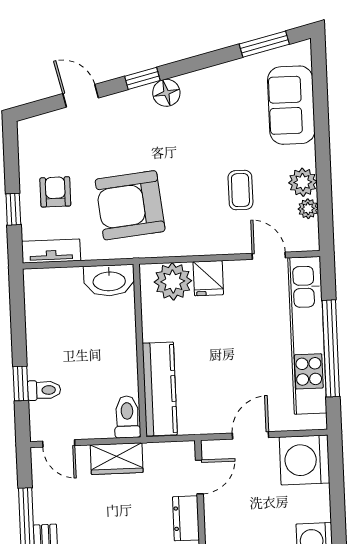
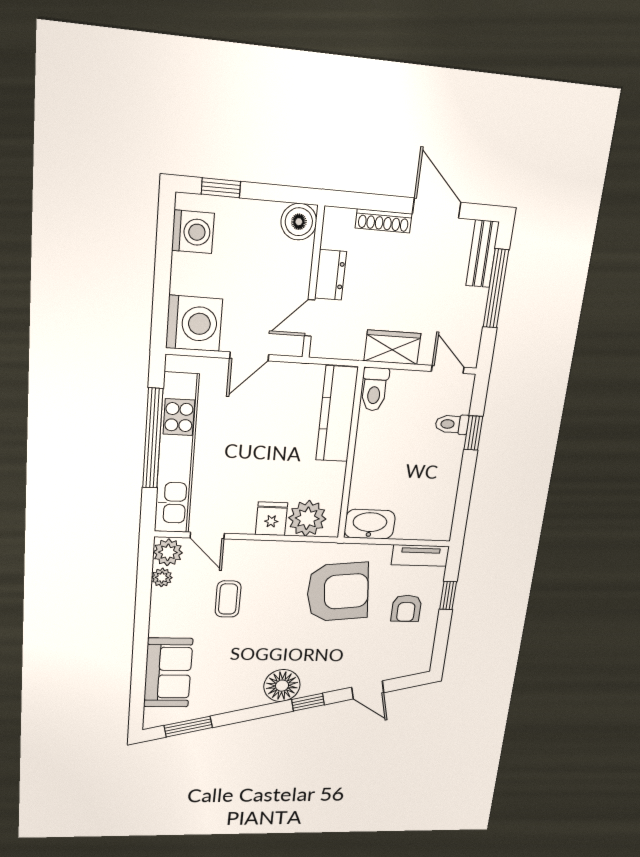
floor lamp: (166, 93) -> (282, 686), width x1.38, depth x1.38
plant: (303, 182) -> (168, 552), moved

